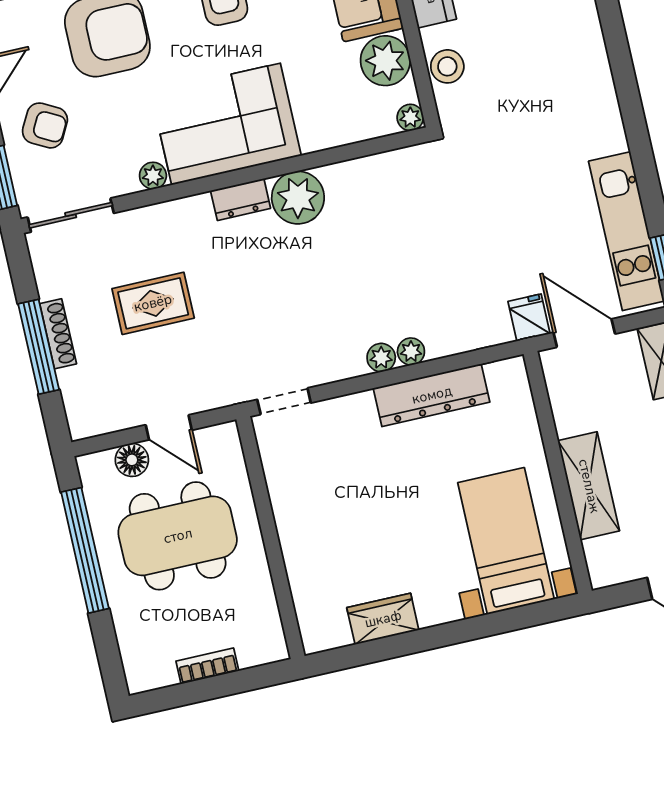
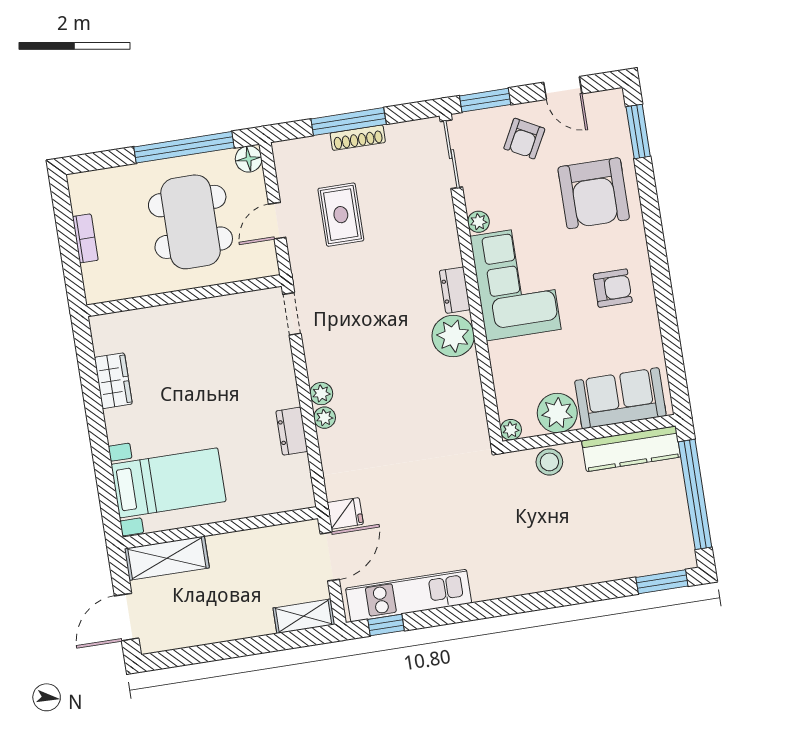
rug: (153, 303) -> (341, 215), moved
dresser: (432, 395) -> (292, 431), width x0.51, depth x0.80
floor lamp: (132, 460) -> (249, 159), moved
shelving: (589, 486) -> (167, 558), moved

